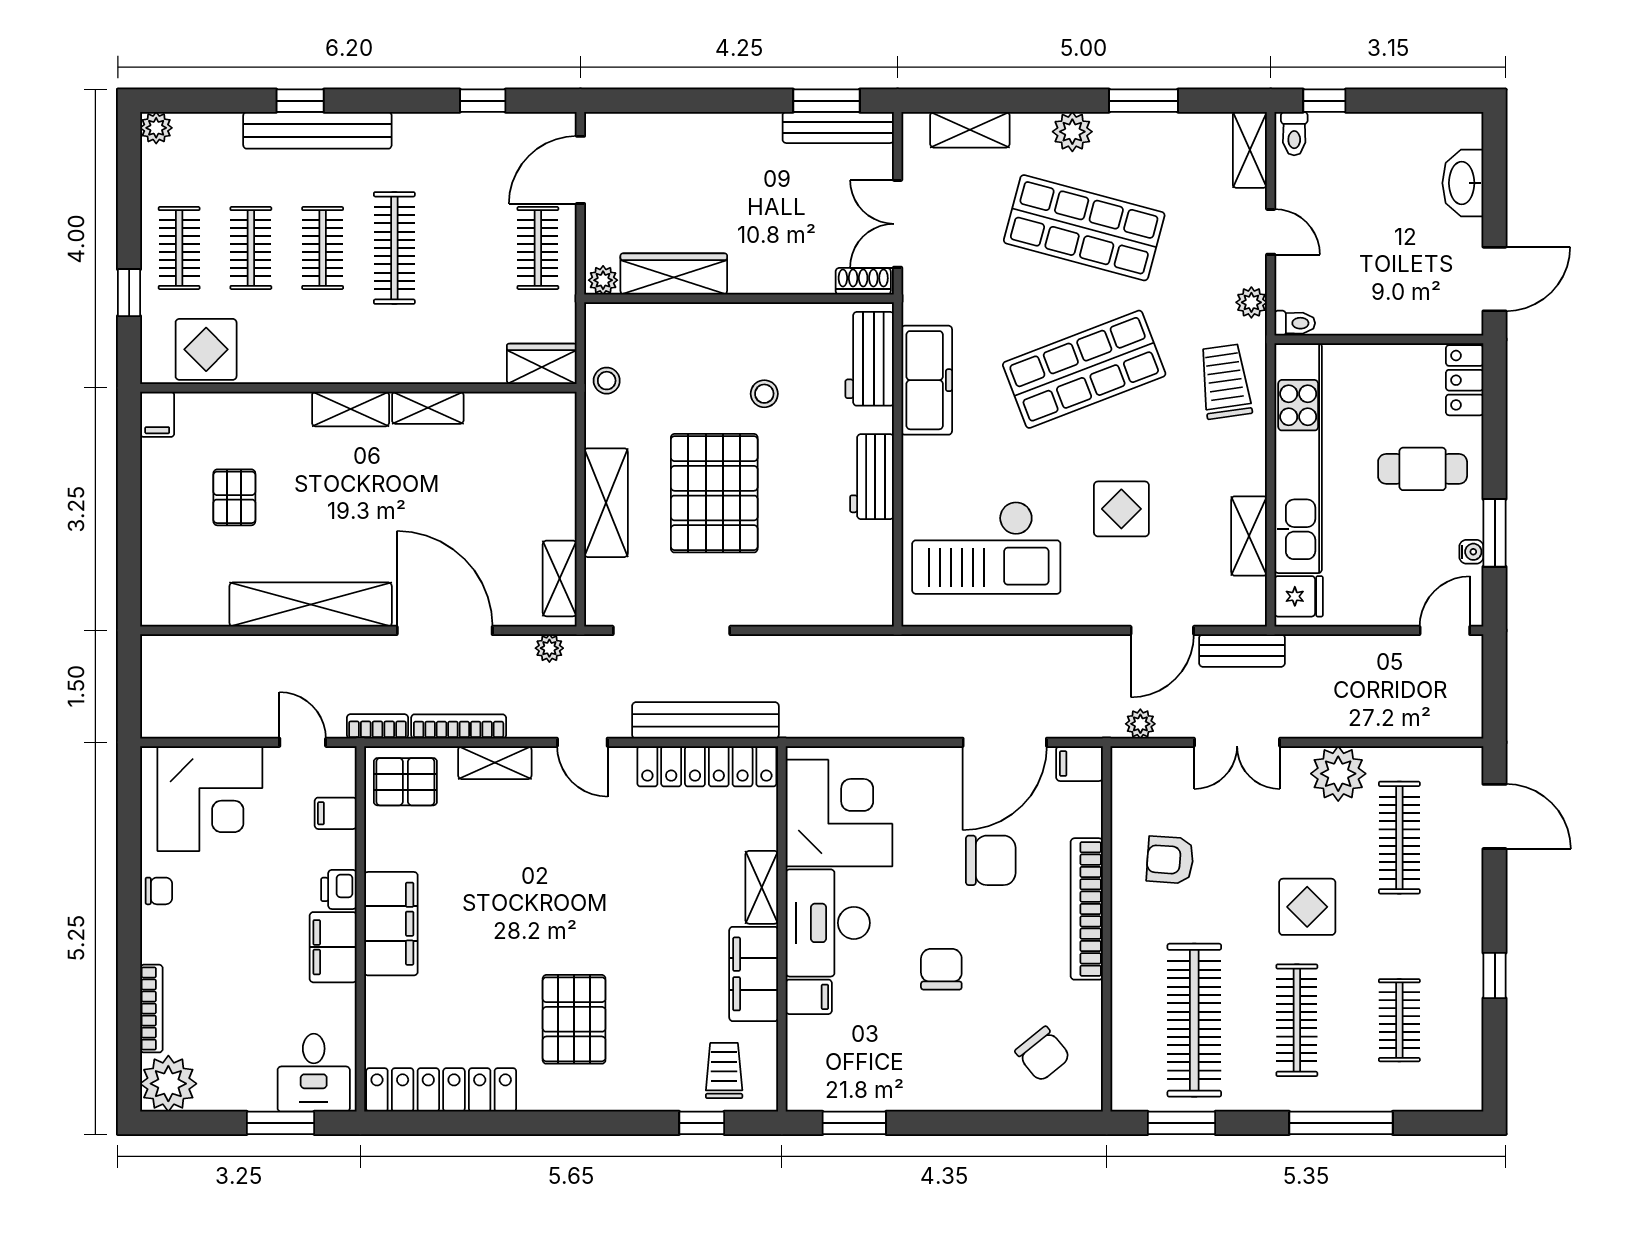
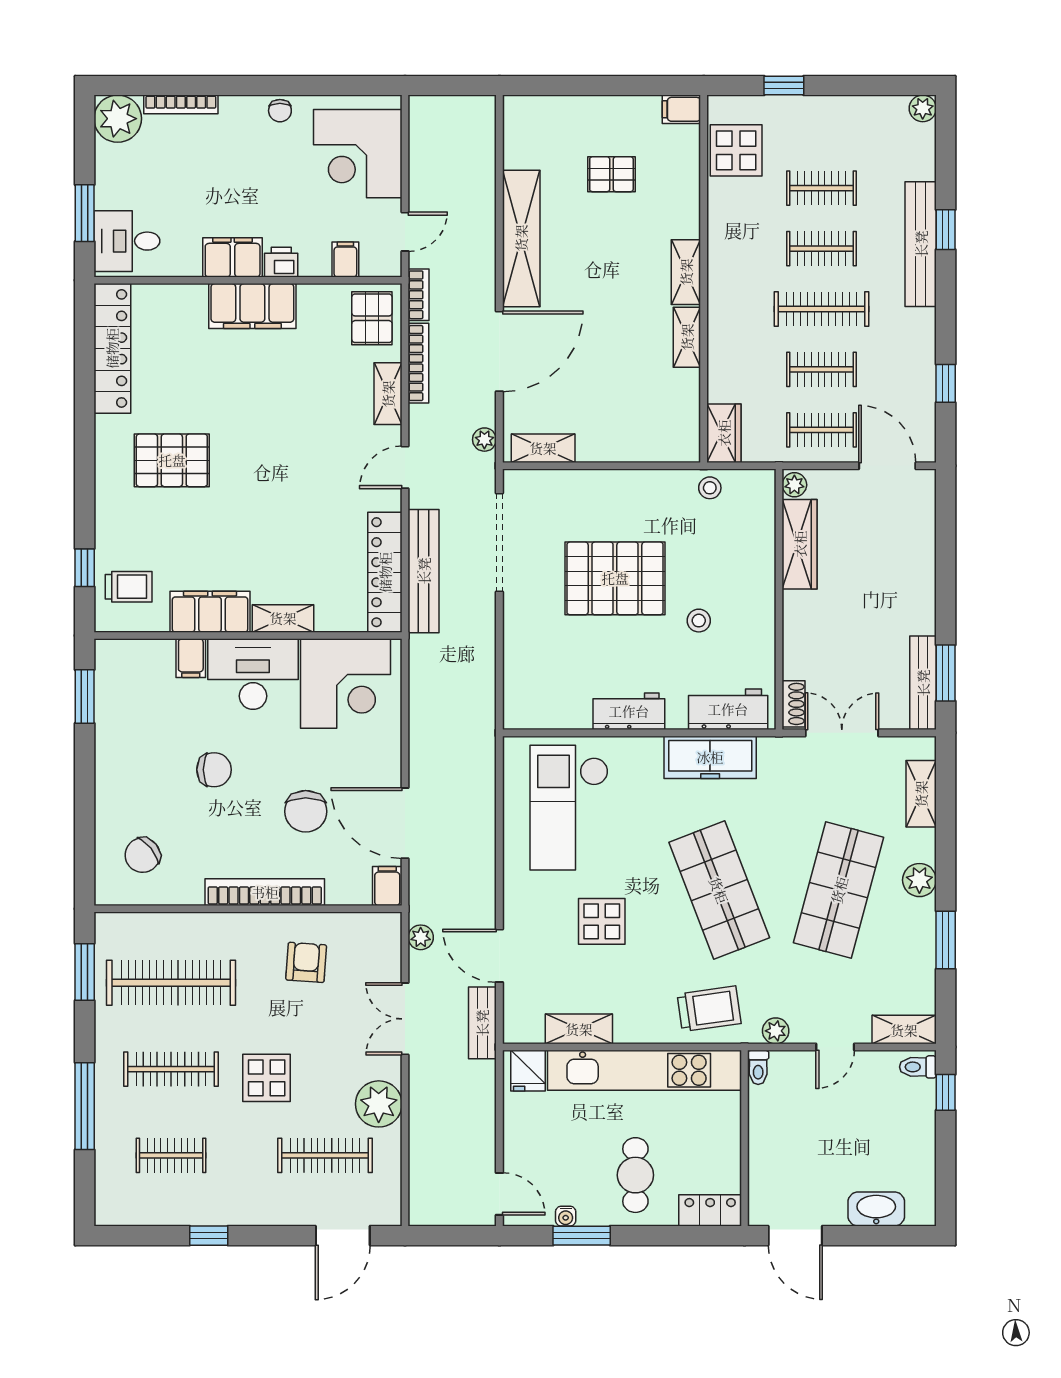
clothes rail: (179, 248) -> (821, 369), moved
shelving: (606, 503) -> (607, 487), removed

